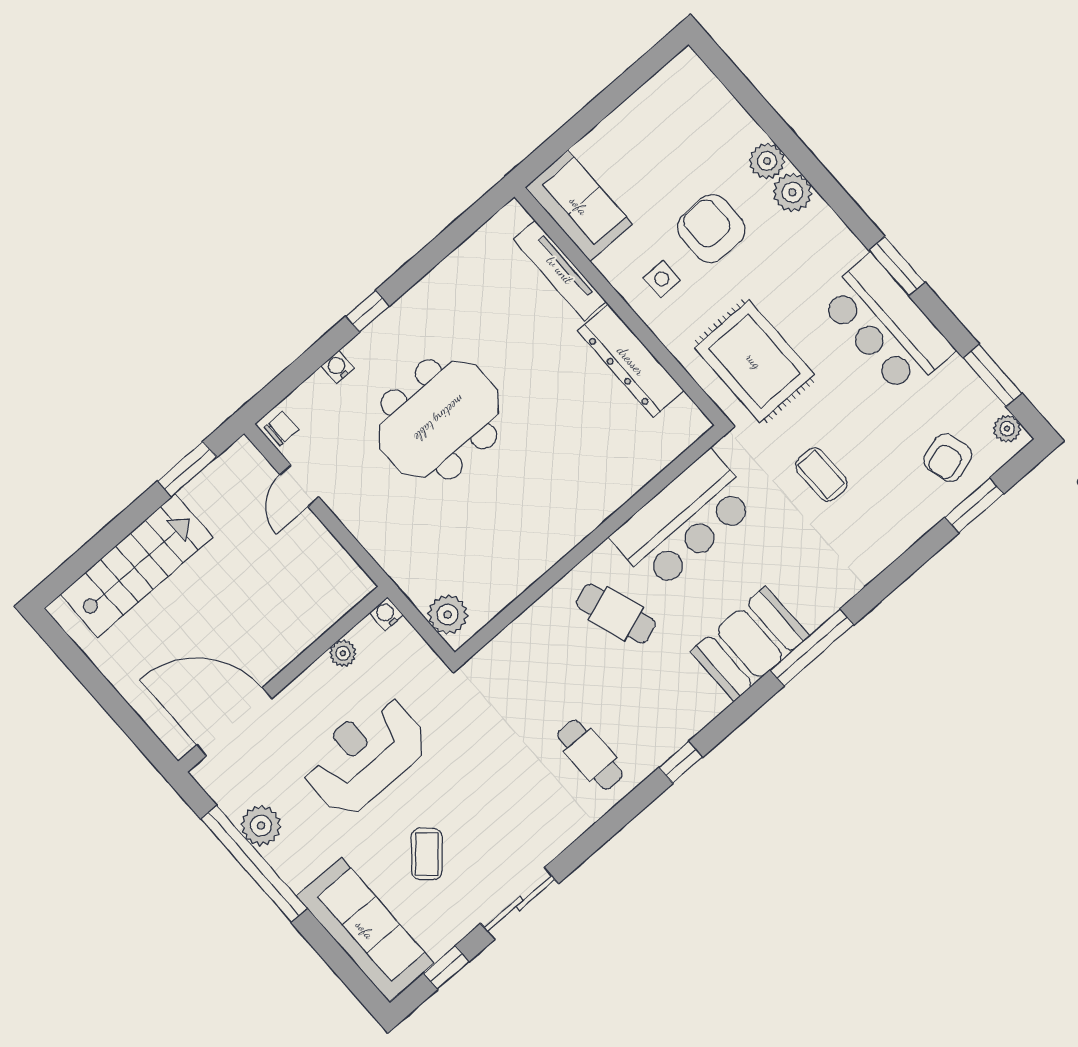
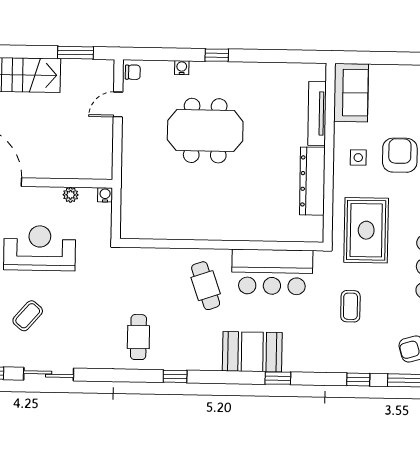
window: (915, 558) -> (358, 380), added
plant: (448, 615) -> (132, 219), removed
window: (812, 647) -> (278, 378), width x0.46

